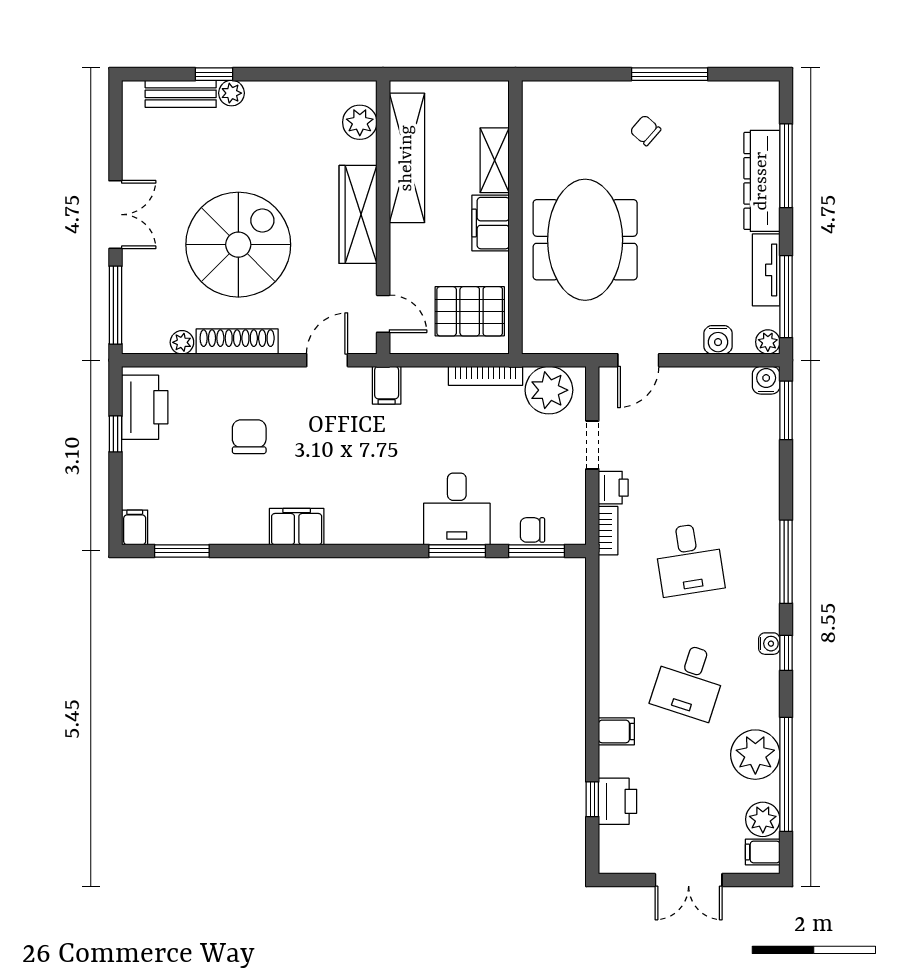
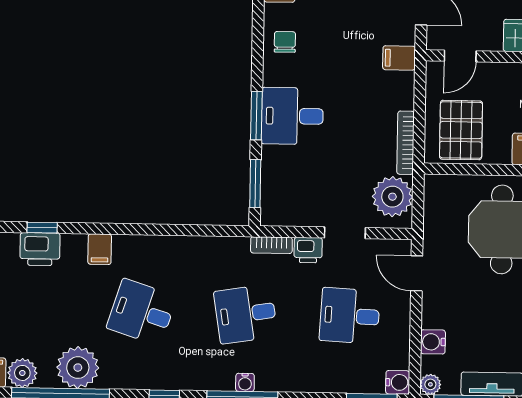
desk: (689, 438) -> (350, 316), added
chair: (532, 530) -> (285, 42), moved
water cooler: (769, 644) -> (245, 382), moved

